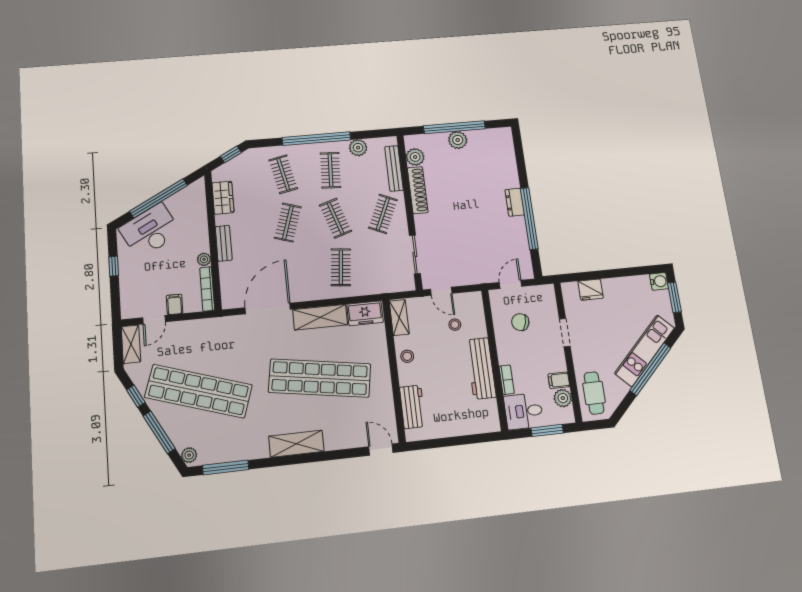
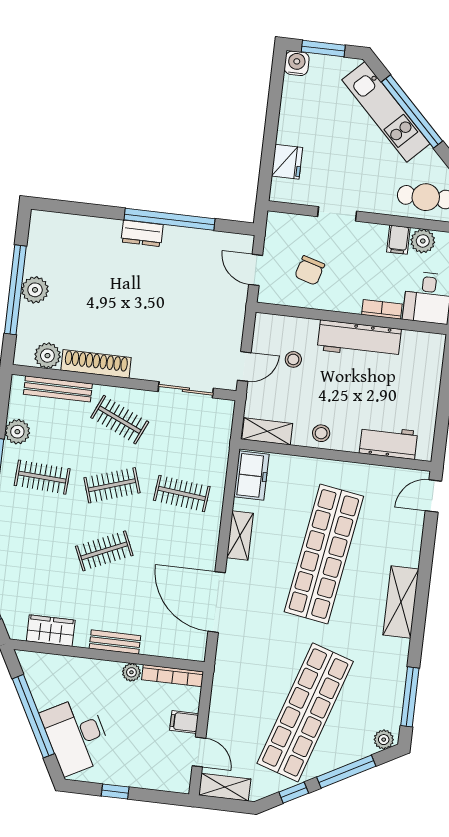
clothes rail: (283, 174) -> (34, 543), removed
clothes rail: (288, 222) -> (104, 551), turned -42
shelving: (320, 317) -> (240, 536), width x0.67, depth x0.75

